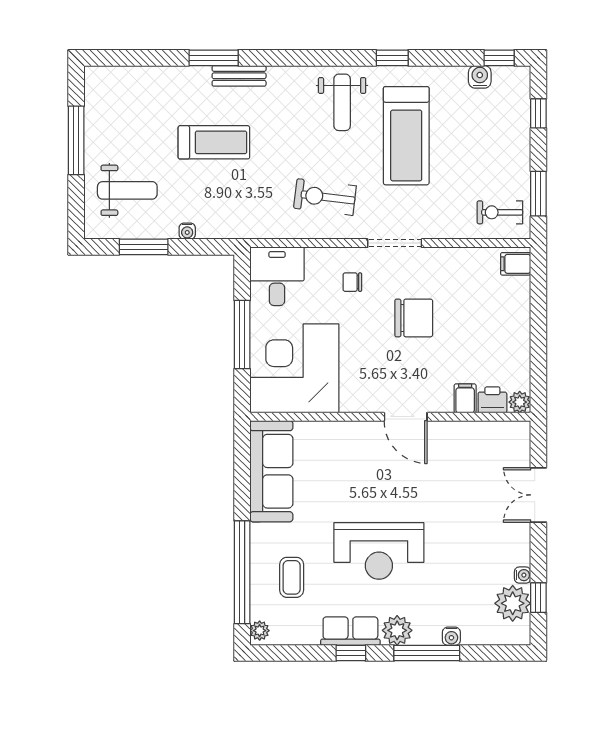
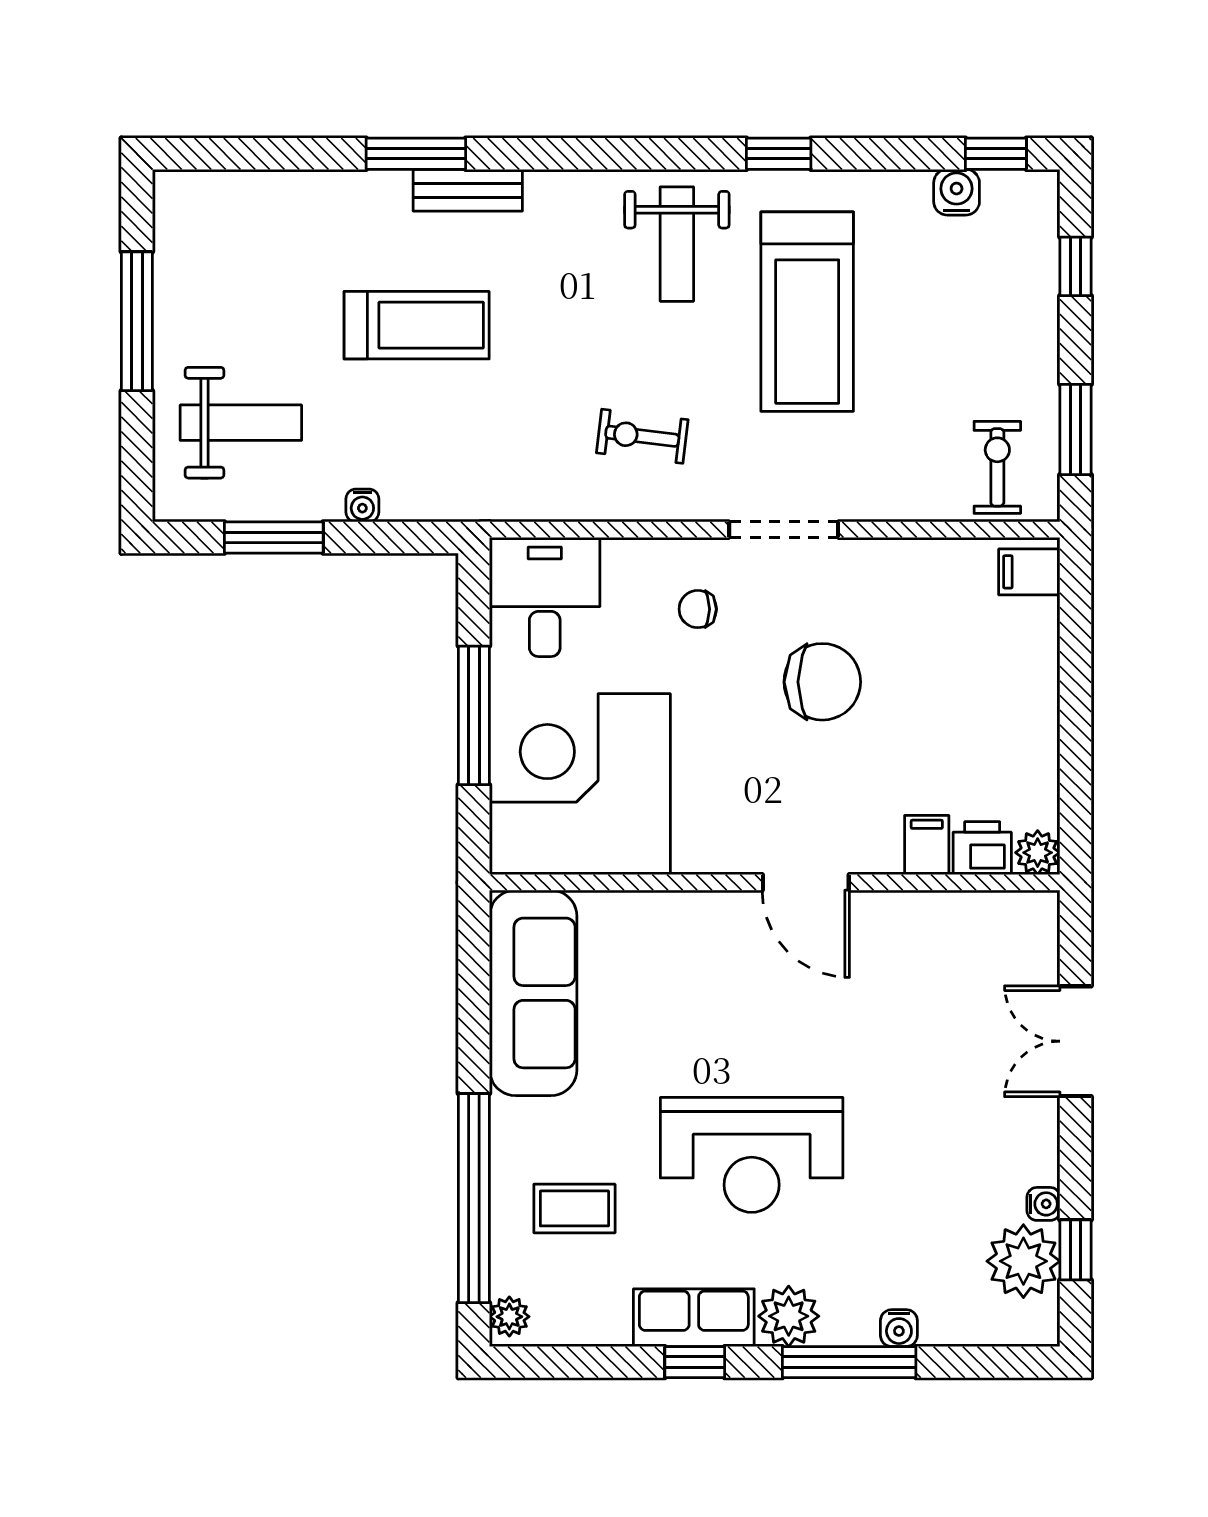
exercise bike: (325, 197) -> (642, 436), width x0.73, depth x0.72
exercise bike: (500, 212) -> (997, 467), turned 90
coffee table: (292, 577) -> (574, 1208), turned 90

